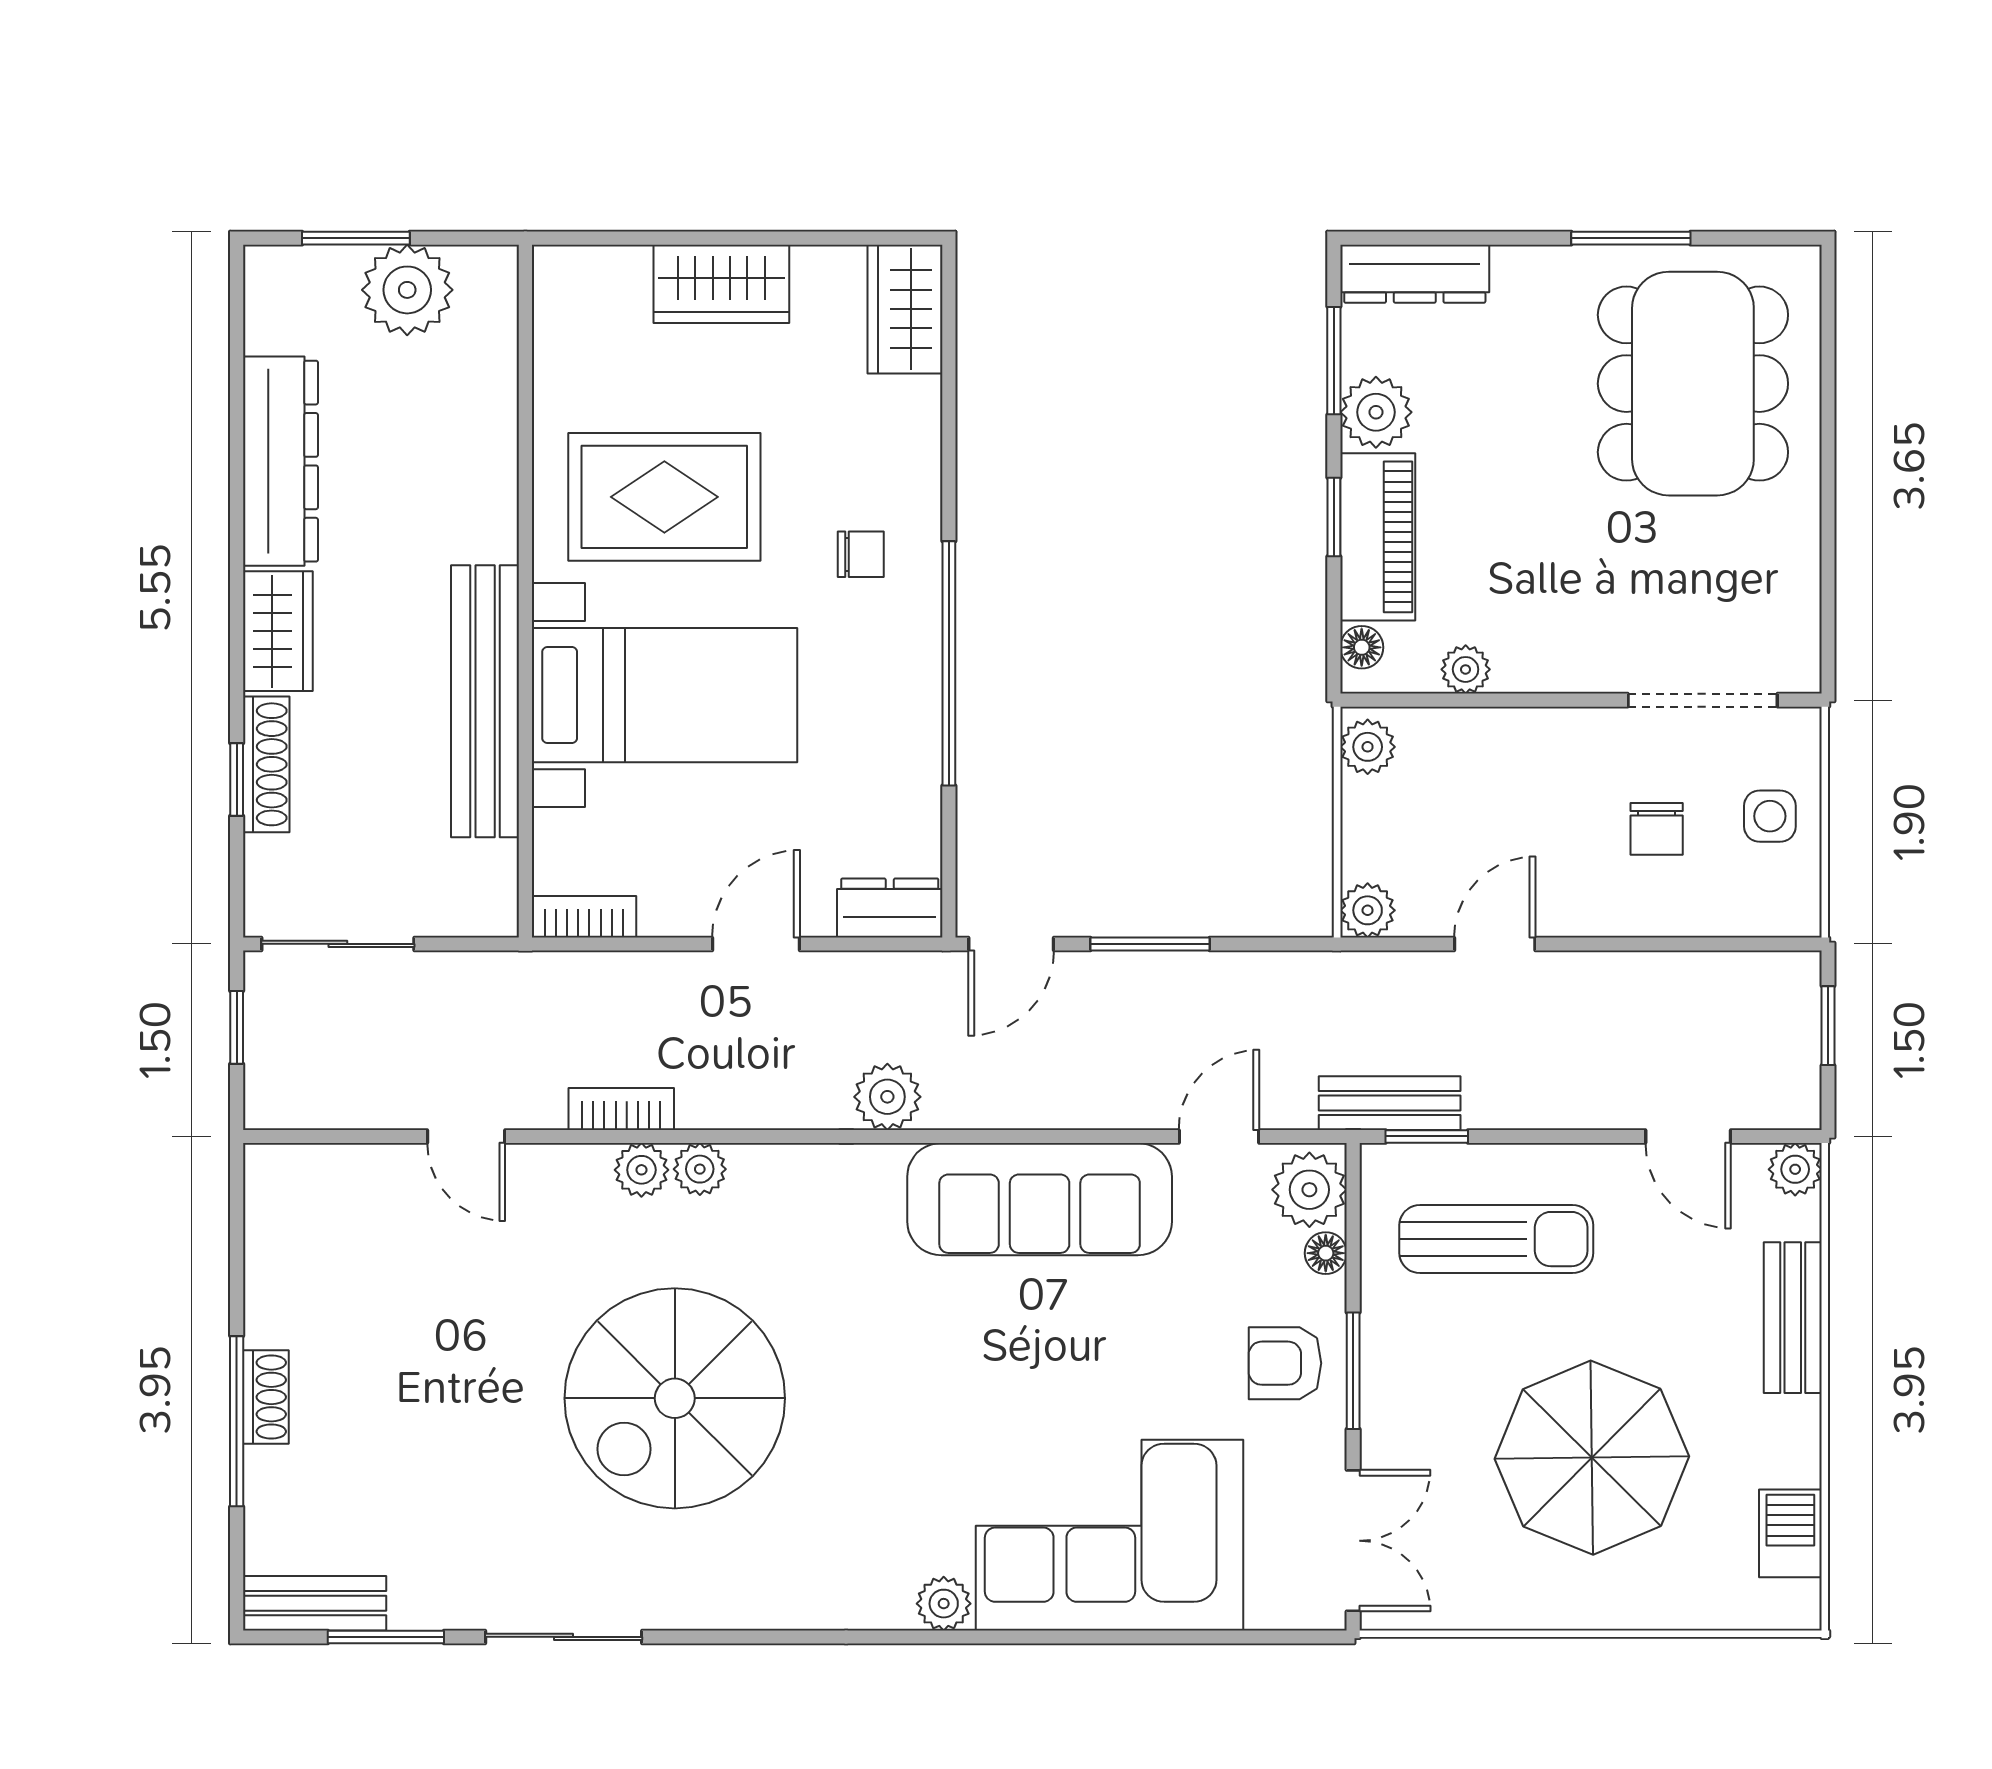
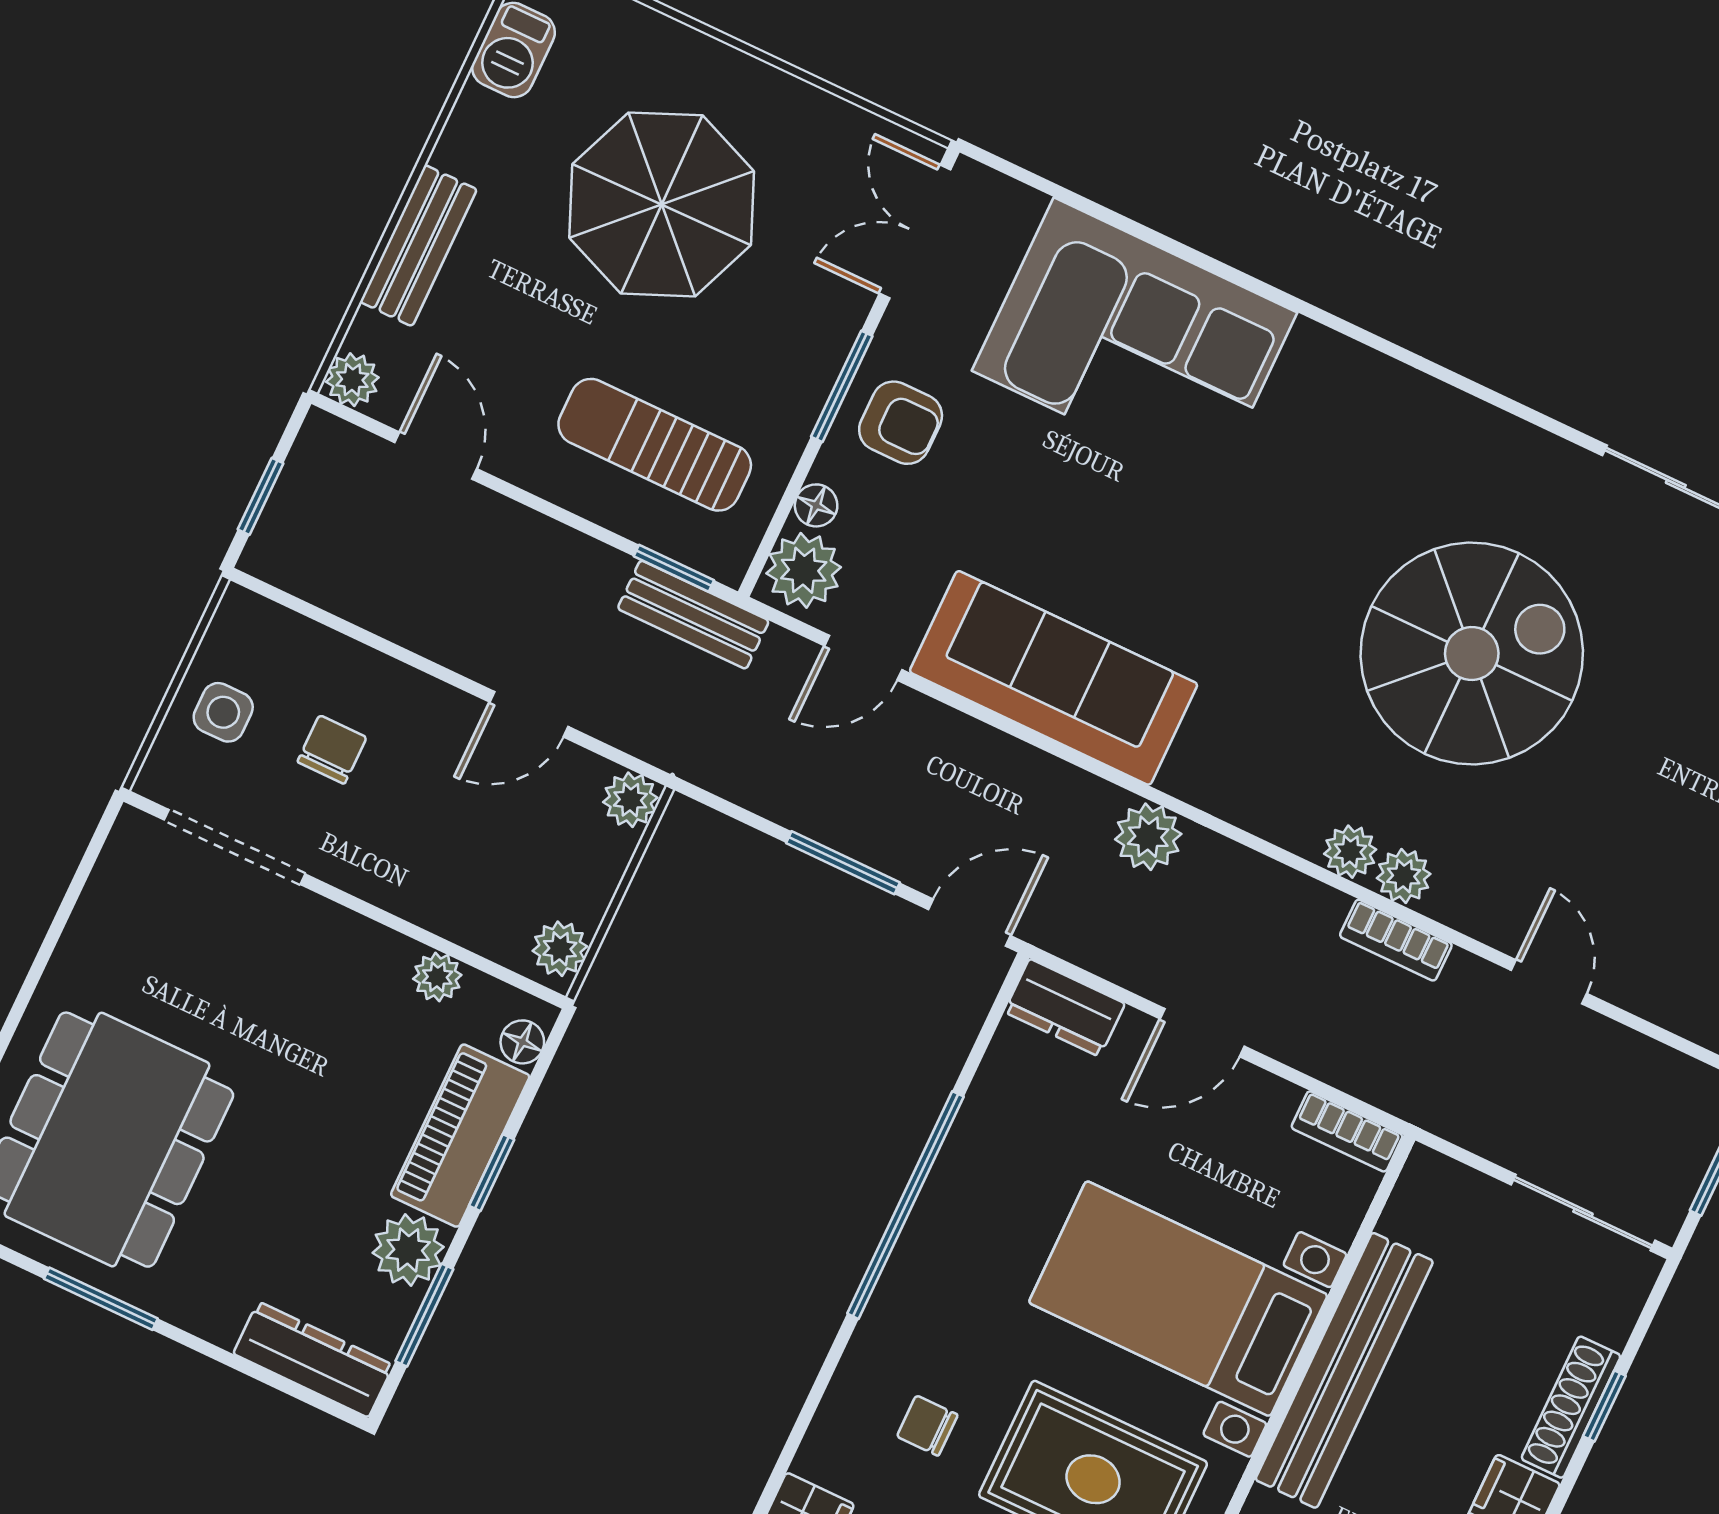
chair: (861, 554) -> (927, 1426), moved
plant: (944, 1604) -> (1315, 351), removed

